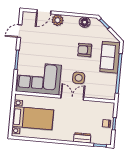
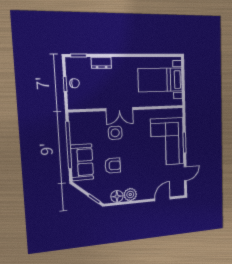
plant: (58, 20) -> (130, 195), moved
corner sofa: (39, 78) -> (167, 142), moved, turned 90

